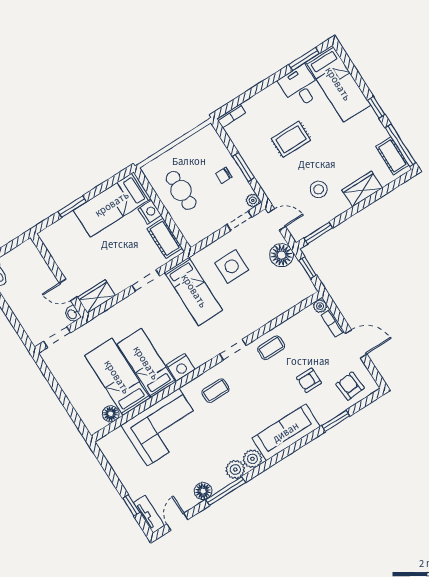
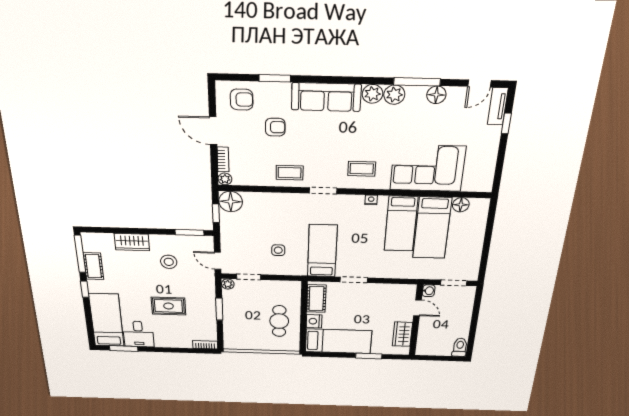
cot: (392, 156) -> (93, 266), moved
chair: (224, 175) -> (239, 312), removed
floor lamp: (282, 255) -> (231, 202), moved
side table: (232, 266) -> (278, 250), width x0.54, depth x0.54
wardrobe: (96, 297) -> (402, 334), moved, turned 90
nightstand: (181, 367) -> (371, 200), width x0.53, depth x0.56
armchair: (350, 386) -> (242, 100), turned -85

